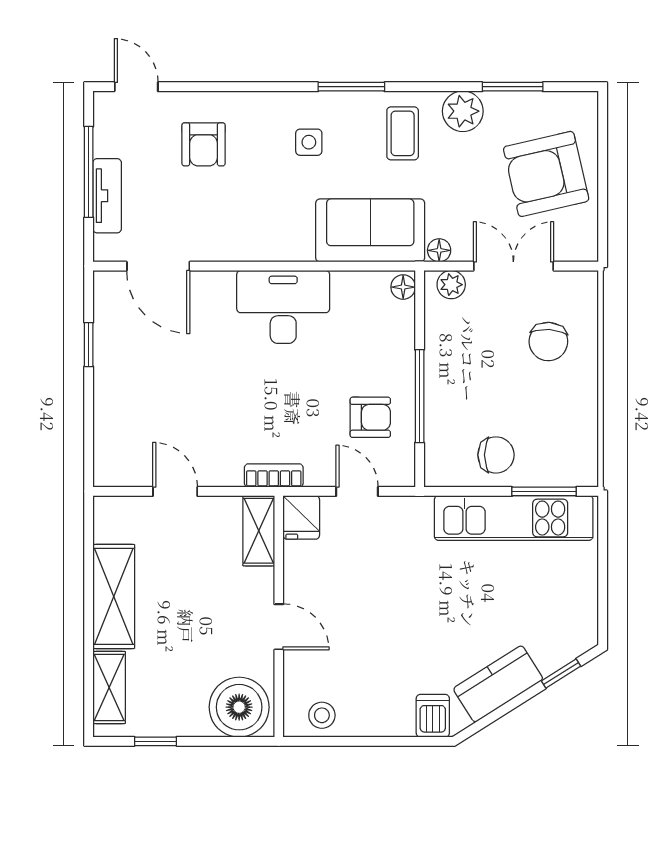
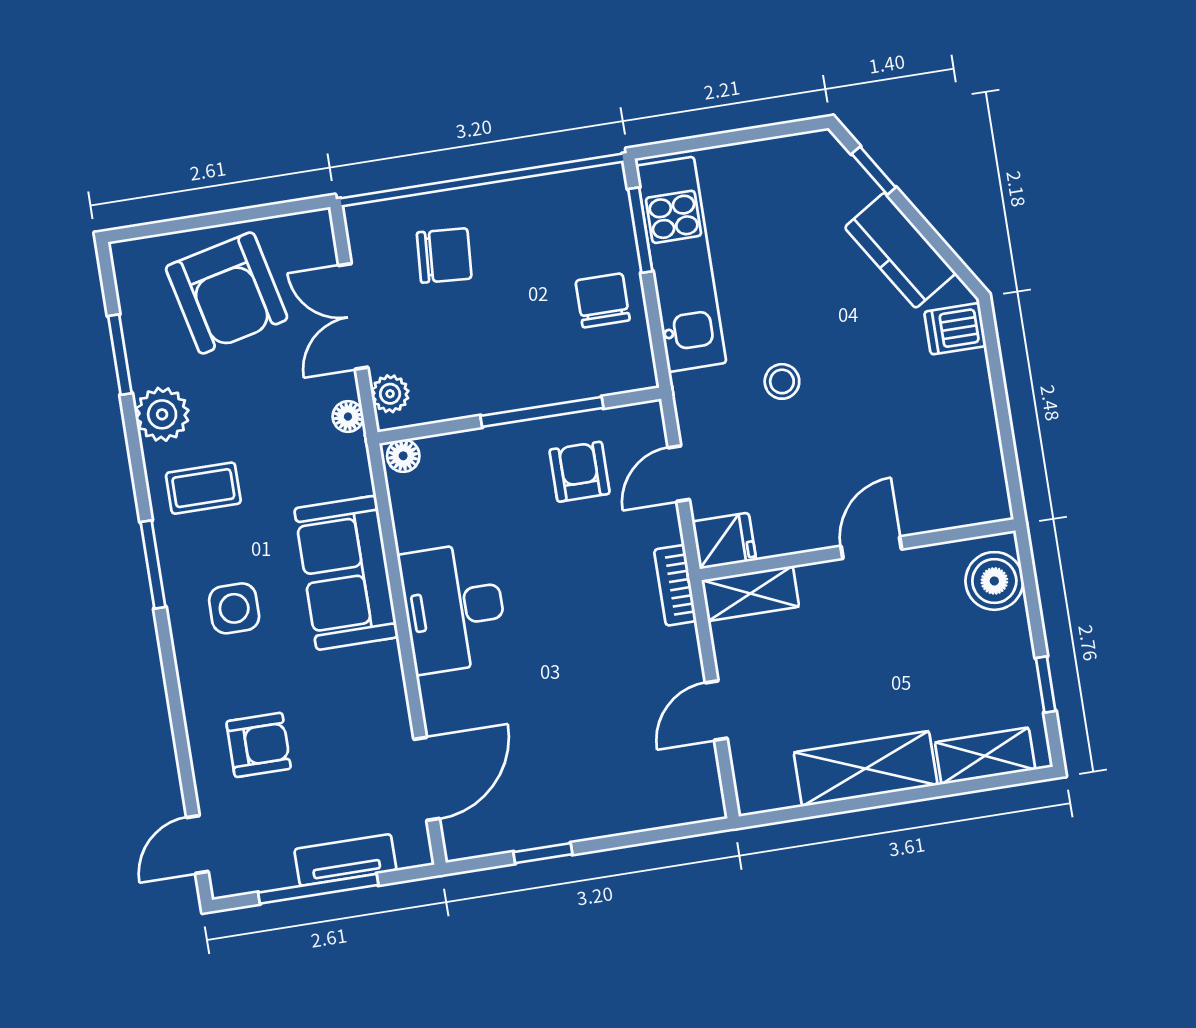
side table: (309, 142) -> (234, 608), width x1.37, depth x1.37
sofa: (370, 230) -> (346, 573), moved
boiler: (239, 707) -> (994, 581), width x0.73, depth x0.73
stool: (322, 715) -> (782, 381), moved

